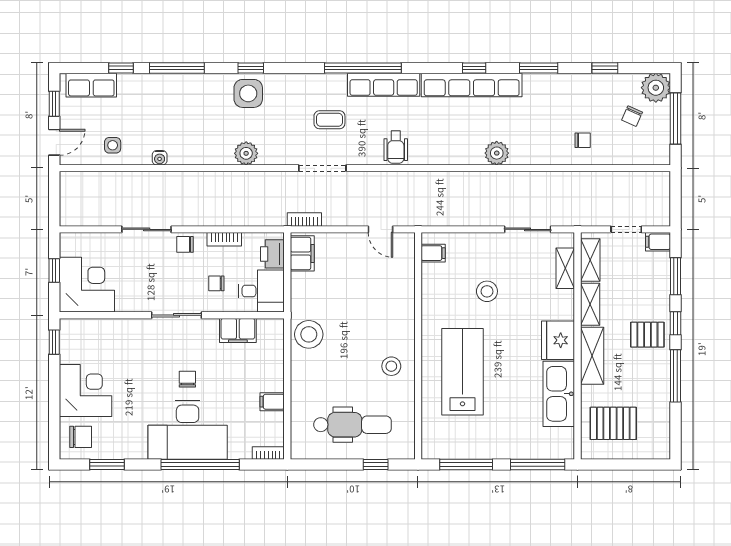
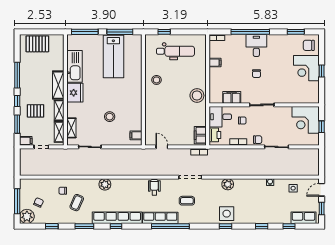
window: (177, 68) -> (262, 226), width x0.46
coffee table: (554, 116) -> (77, 203), added
pallet: (647, 335) -> (36, 111), moved
window: (54, 342) -> (322, 71), moved
lab bench: (462, 372) -> (113, 57), moved
pallet: (613, 423) -> (37, 44), moved
dental chair: (352, 425) -> (176, 51), turned 180
desk: (188, 430) -> (256, 45), width x0.53, depth x0.77

